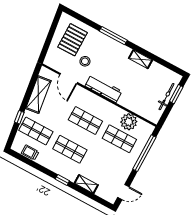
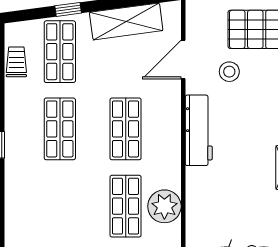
shelving: (86, 184) -> (14, 191), removed

